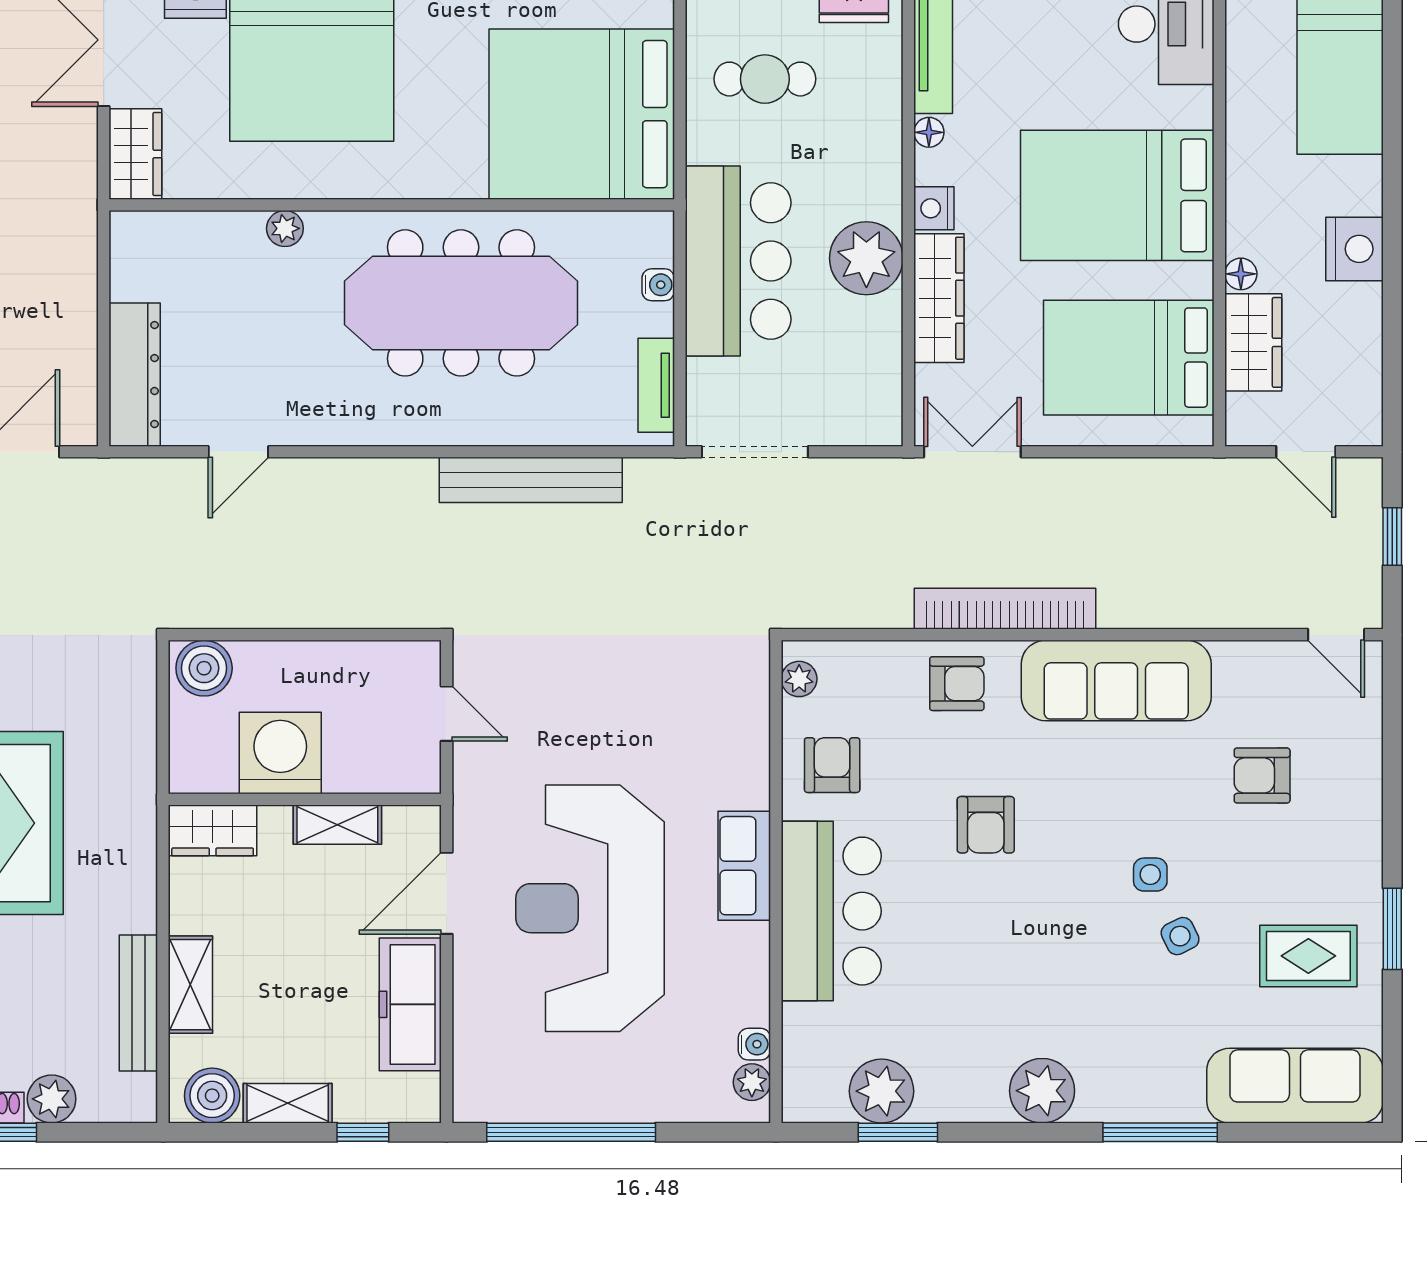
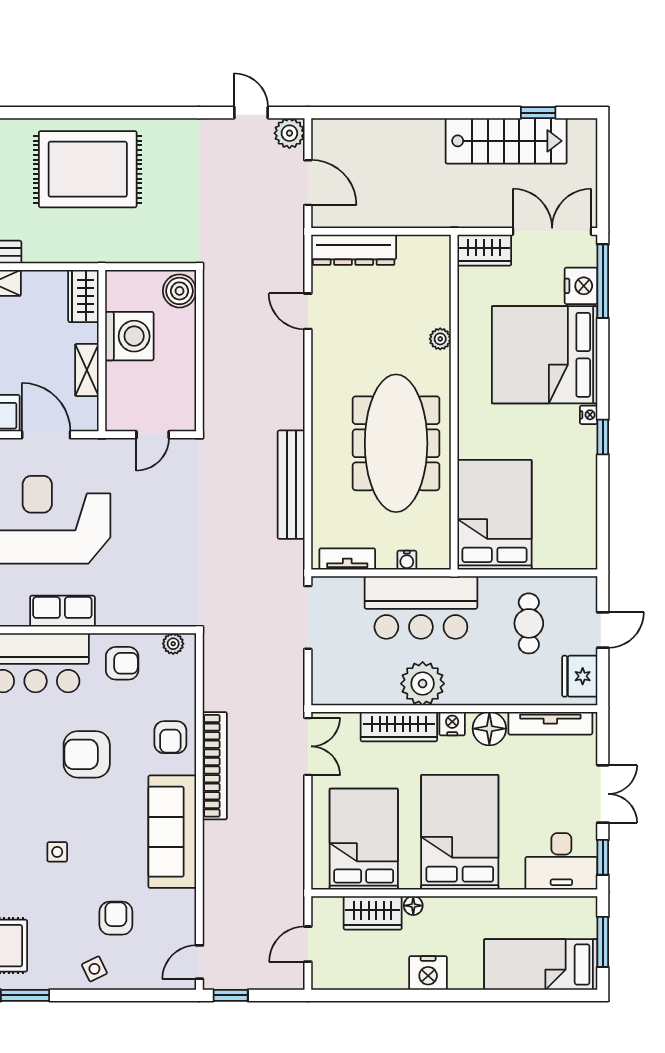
bed: (582, 114) -> (495, 515), width x0.73
floor lamp: (929, 132) -> (489, 729), width x1.89, depth x1.89
window: (1392, 537) -> (231, 995), moved
armchair: (986, 825) -> (87, 754), width x1.38, depth x1.38
side table: (1180, 936) -> (94, 969), moved

